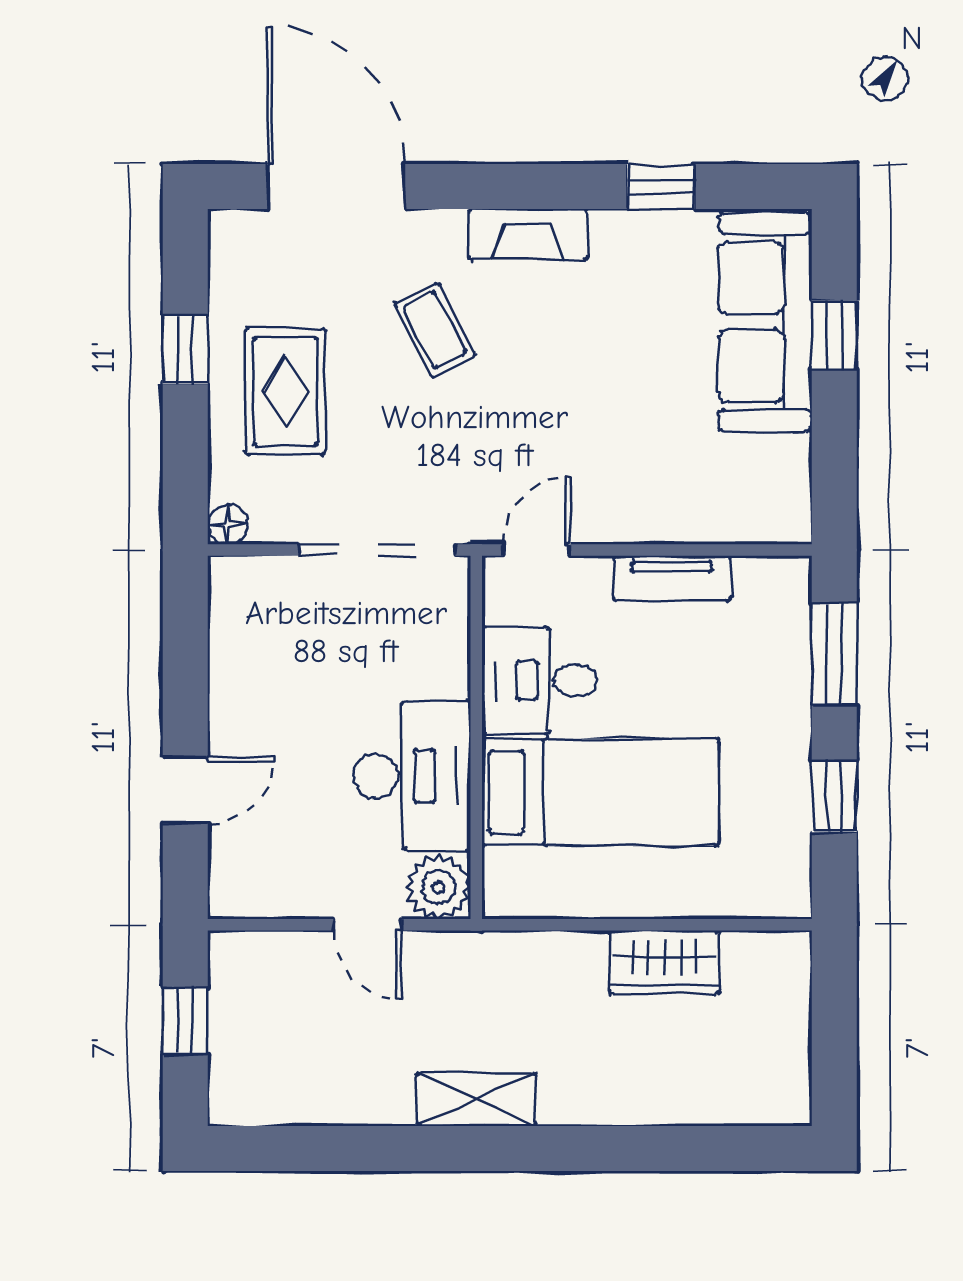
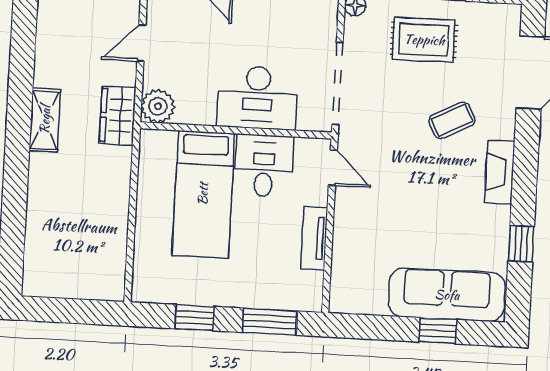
desk: (412, 776) -> (258, 98), moved
door: (367, 925) -> (141, 43), moved
wardrobe: (665, 962) -> (118, 116), moved

